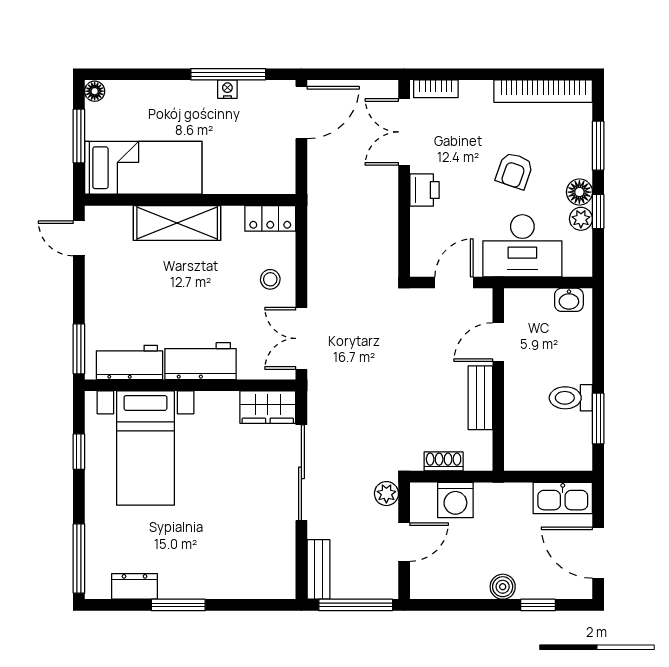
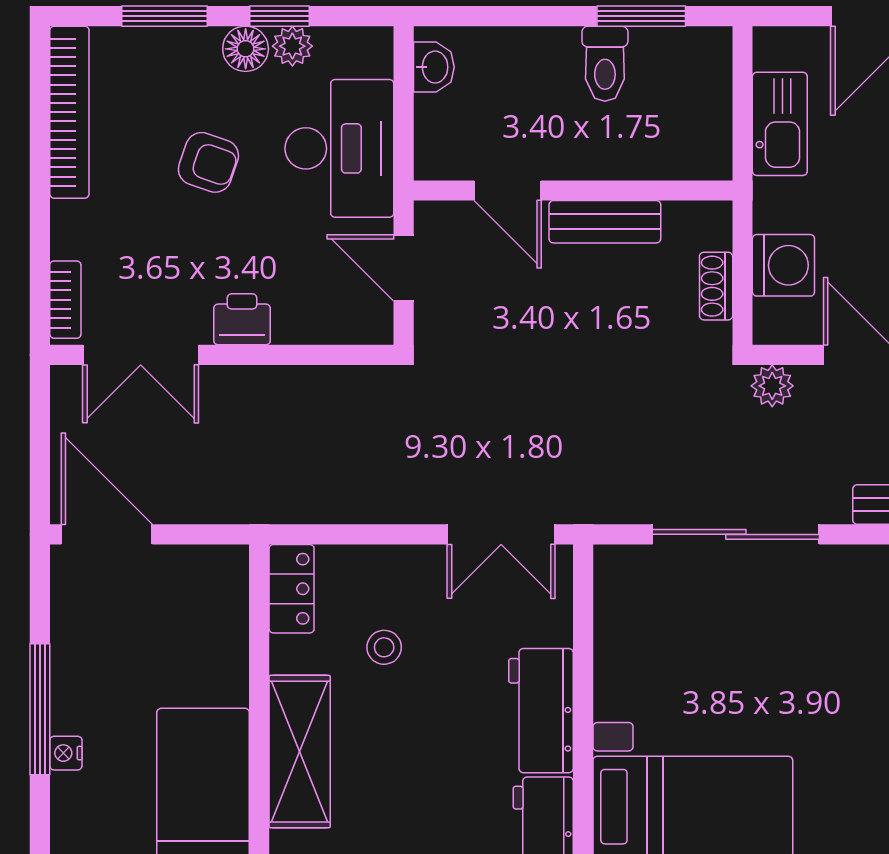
window: (228, 74) -> (40, 709), moved
nightstand: (227, 89) -> (66, 753), moved
stool: (270, 279) -> (384, 647), moved
wardrobe: (268, 407) -> (621, 593), removed
kitchen sink: (563, 498) -> (780, 124), moved

